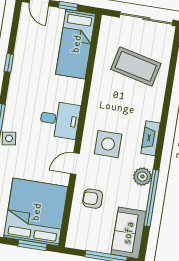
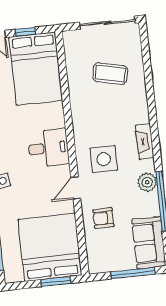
bed: (76, 44) -> (36, 69), width x1.50
coffee table: (136, 66) -> (110, 74), width x0.73, depth x0.76

